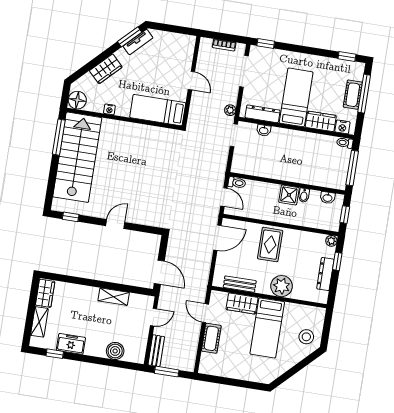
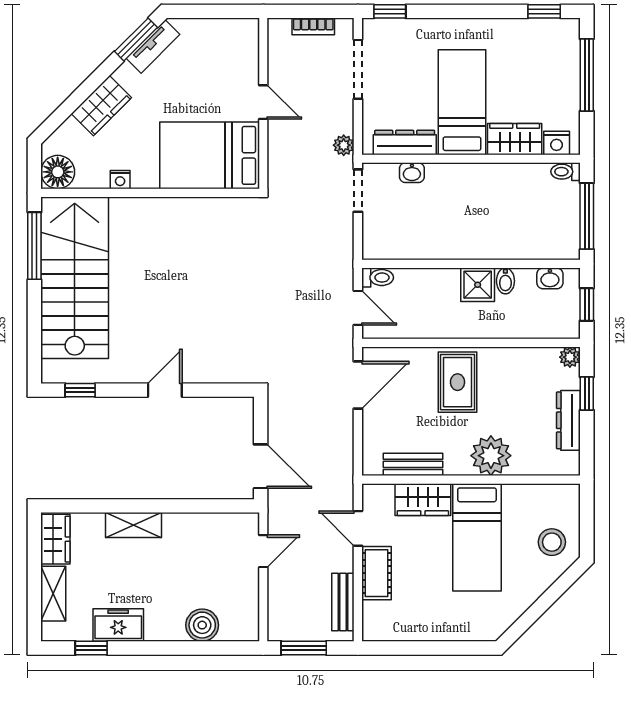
cot: (353, 95) -> (566, 80), removed
bed: (158, 110) -> (210, 155), width x1.50
shelving: (114, 297) -> (133, 525), moved
bench: (156, 351) -> (343, 602), moved

